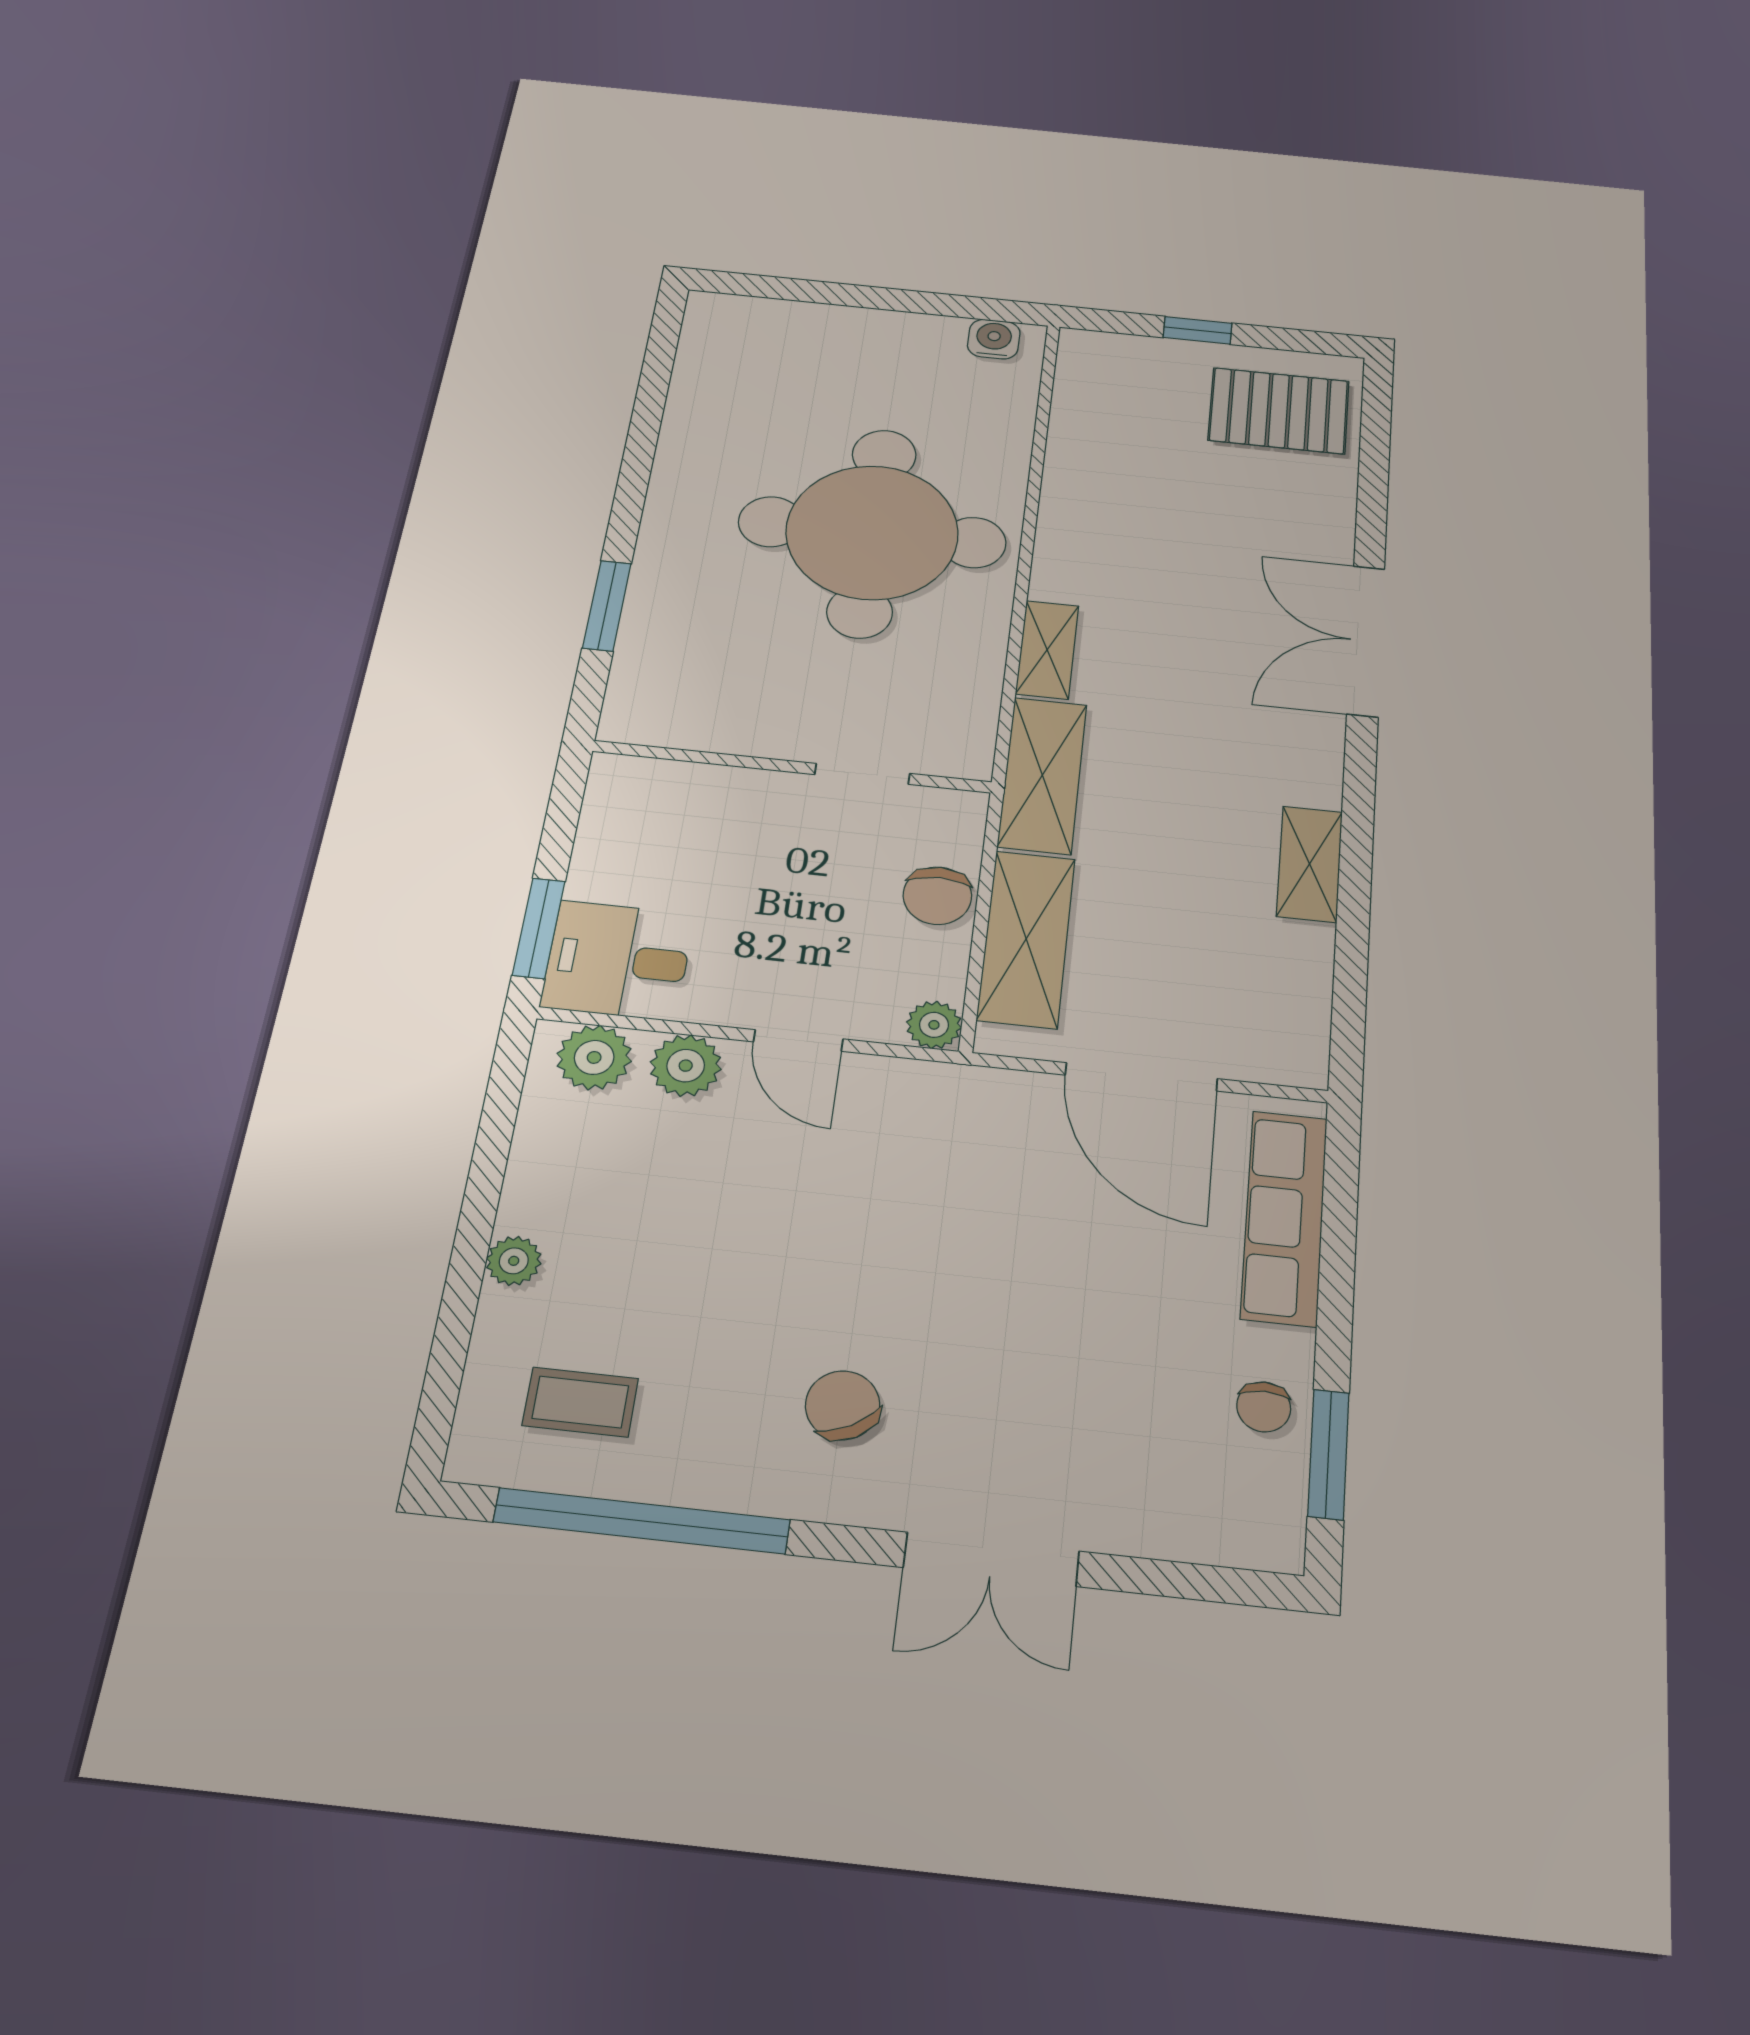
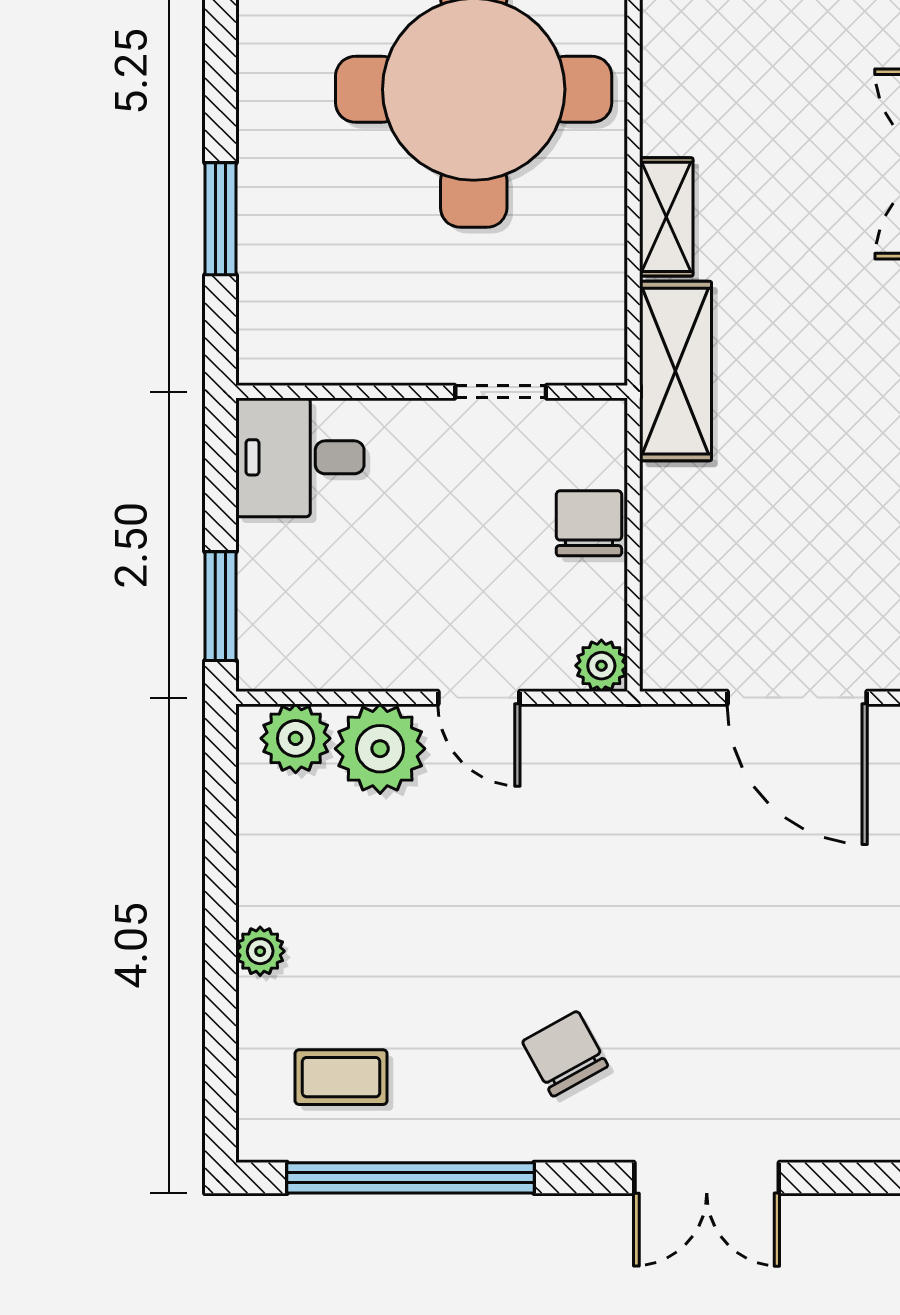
chair: (937, 896) -> (589, 523), turned 180
shelving: (1026, 939) -> (678, 561), removed
desk: (618, 960) -> (300, 457), moved
plant: (686, 1066) -> (380, 749), width x1.36, depth x1.36

